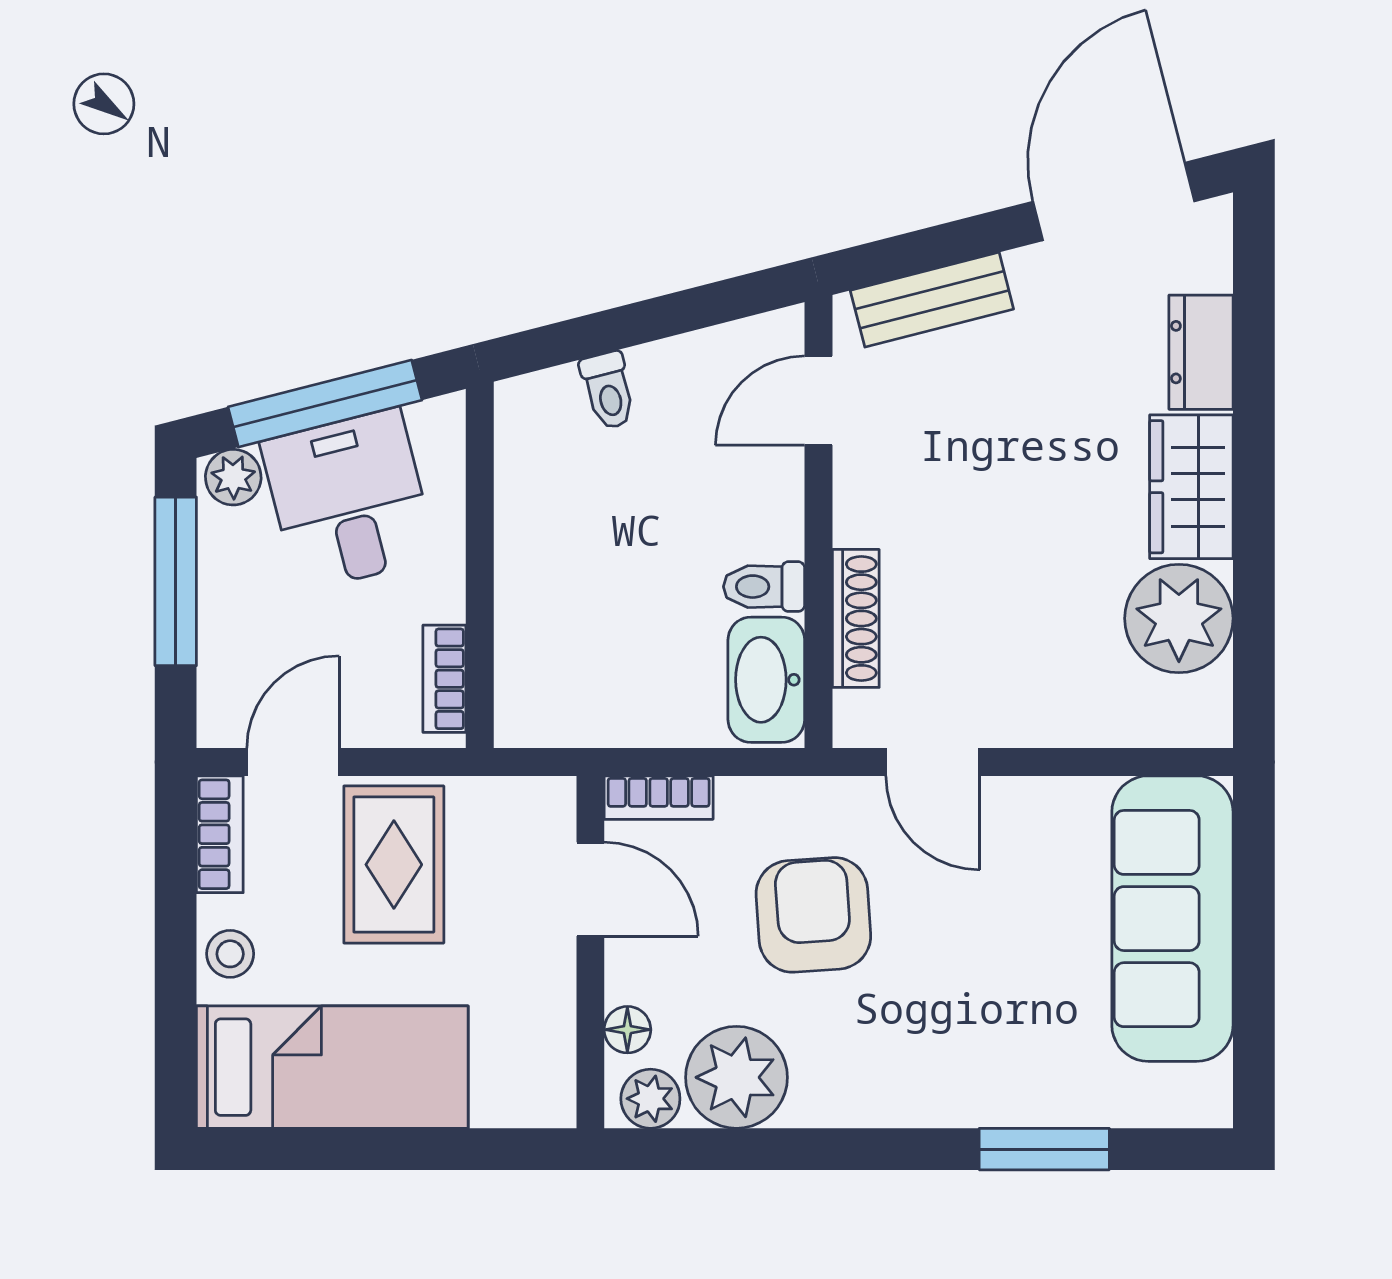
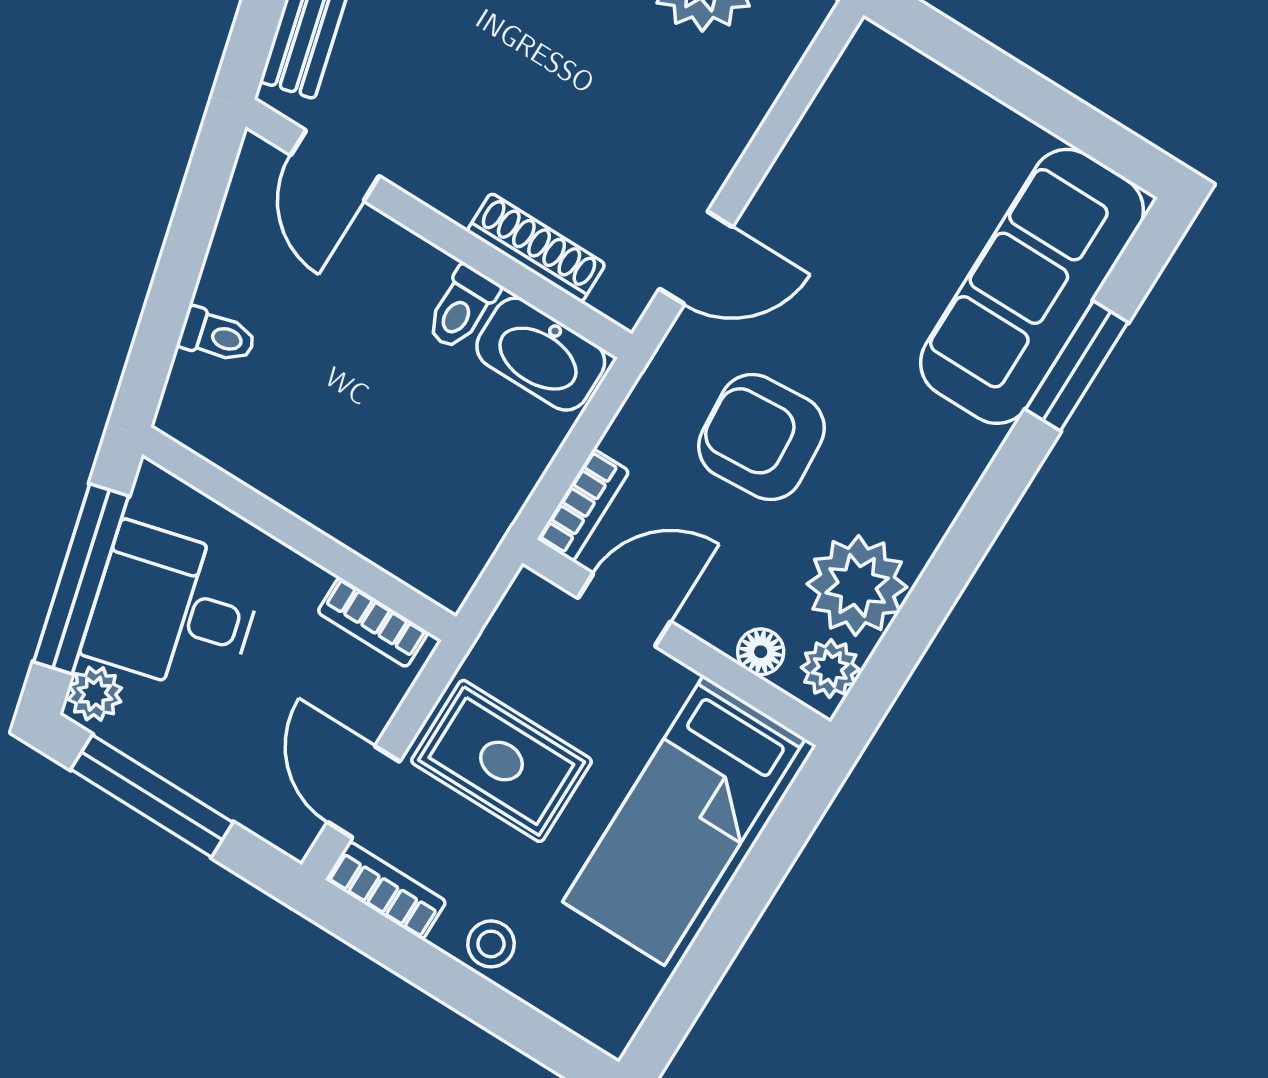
sofa: (1172, 919) -> (1032, 286), moved, turned 90
bed: (332, 1067) -> (684, 820), moved, turned 180

